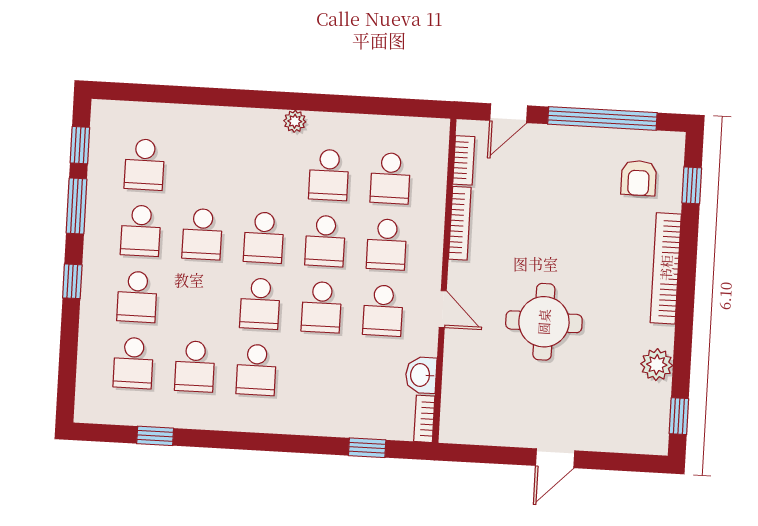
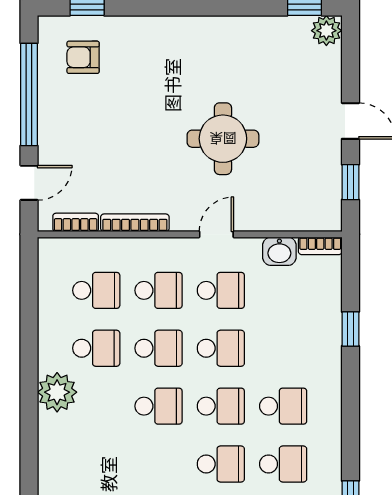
door: (509, 113) -> (29, 183), hinge flipped
plant: (295, 121) -> (57, 392), width x1.88, depth x1.88
armchair: (639, 178) -> (83, 57), turned 180
school desk: (202, 234) -> (221, 464), moved
bookcase: (666, 268) -> (166, 27), removed
plant: (657, 365) -> (326, 31), moved
window: (367, 448) -> (350, 329), moved
window: (490, 455) -> (350, 182), added

